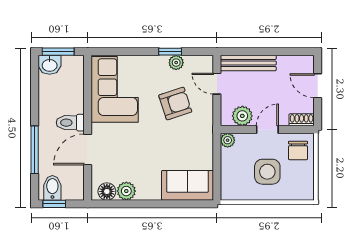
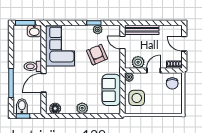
washbasin: (50, 65) -> (34, 31), moved
armchair: (175, 103) -> (97, 55), turned -95
side table: (267, 172) -> (137, 98), moved
sofa: (187, 185) -> (111, 90), moved, turned -90
plant: (126, 191) -> (82, 108), moved

